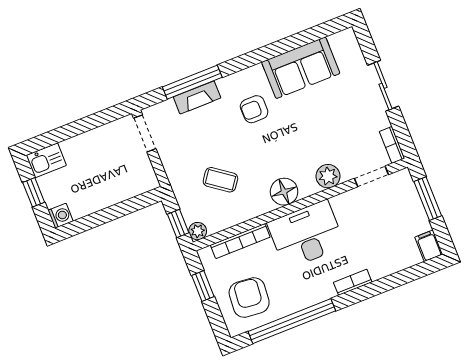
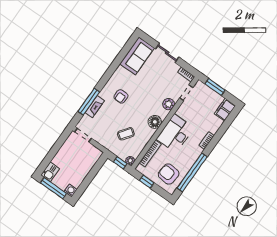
sofa: (301, 68) -> (137, 56), moved
window: (34, 192) -> (53, 188), width x2.17
filing cabinet: (429, 246) -> (225, 110), width x2.00

